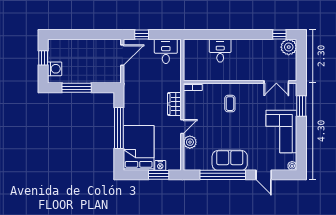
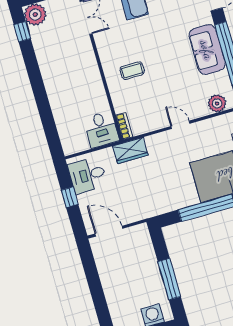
window: (142, 35) -> (70, 197), moved
desk: (220, 51) -> (101, 129), moved, turned -90
wardrobe: (174, 104) -> (130, 151), moved
plant: (190, 142) -> (217, 103), moved

